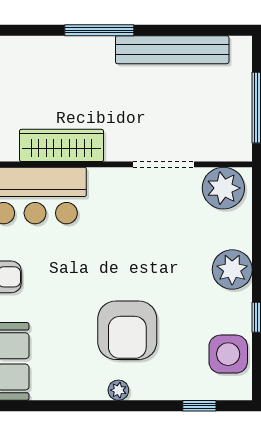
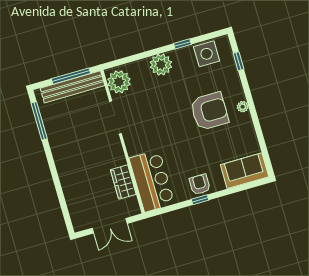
window: (99, 30) -> (39, 121), moved
bench: (172, 50) -> (72, 87), moved, turned 90
wardrobe: (61, 145) -> (123, 182), width x0.67

